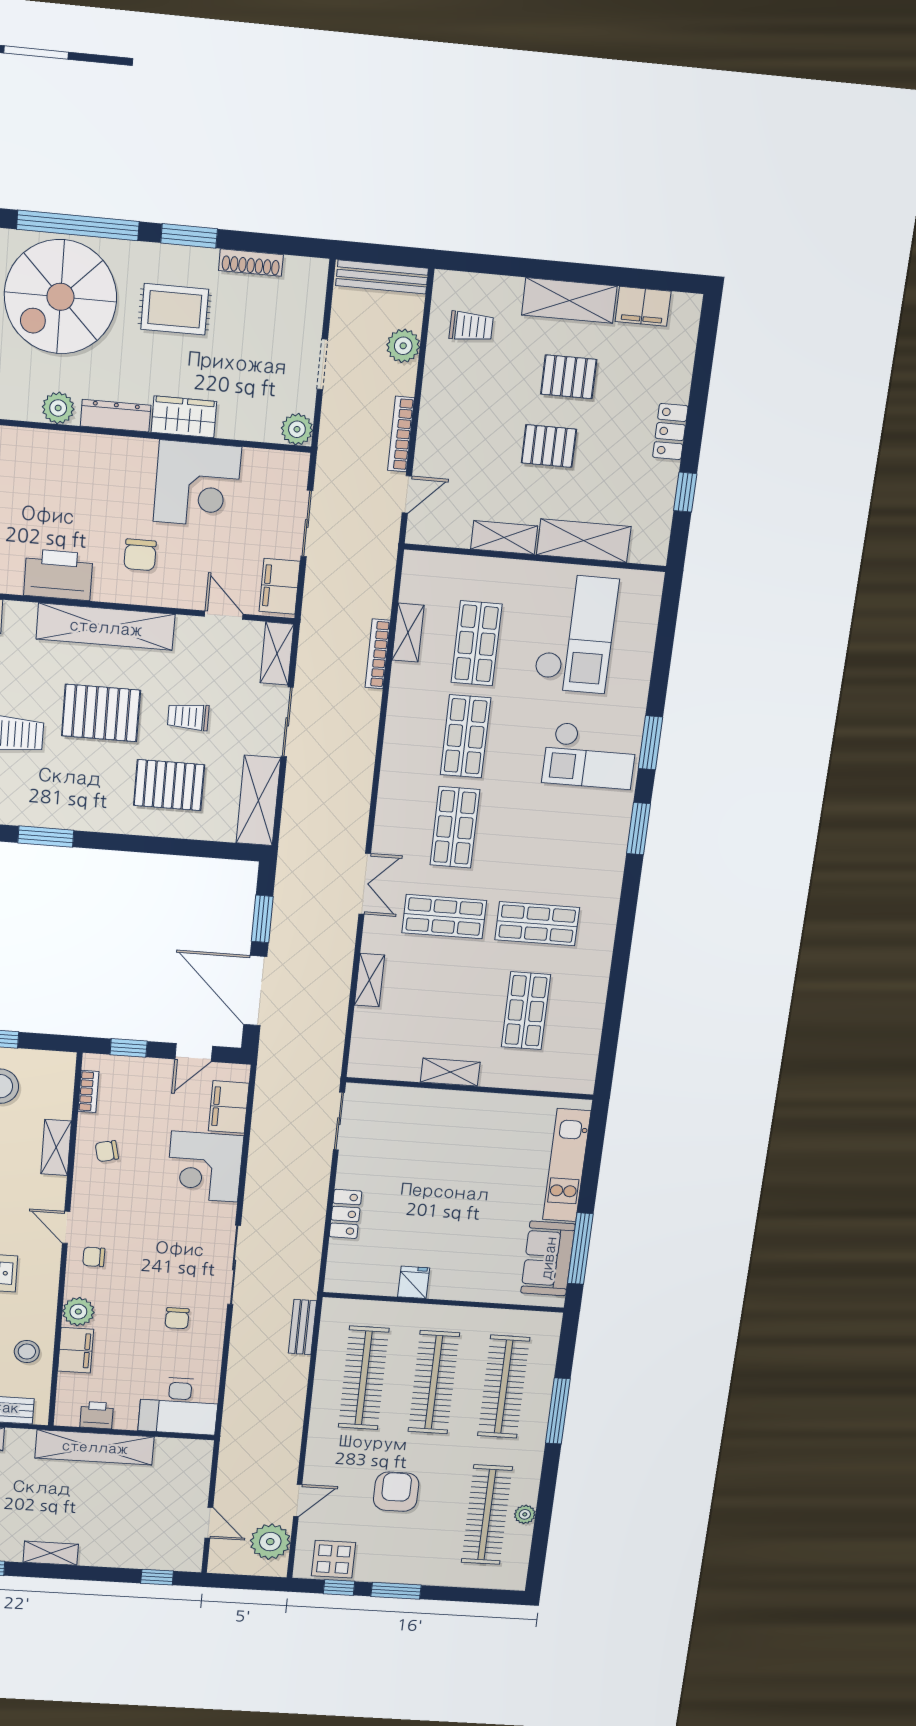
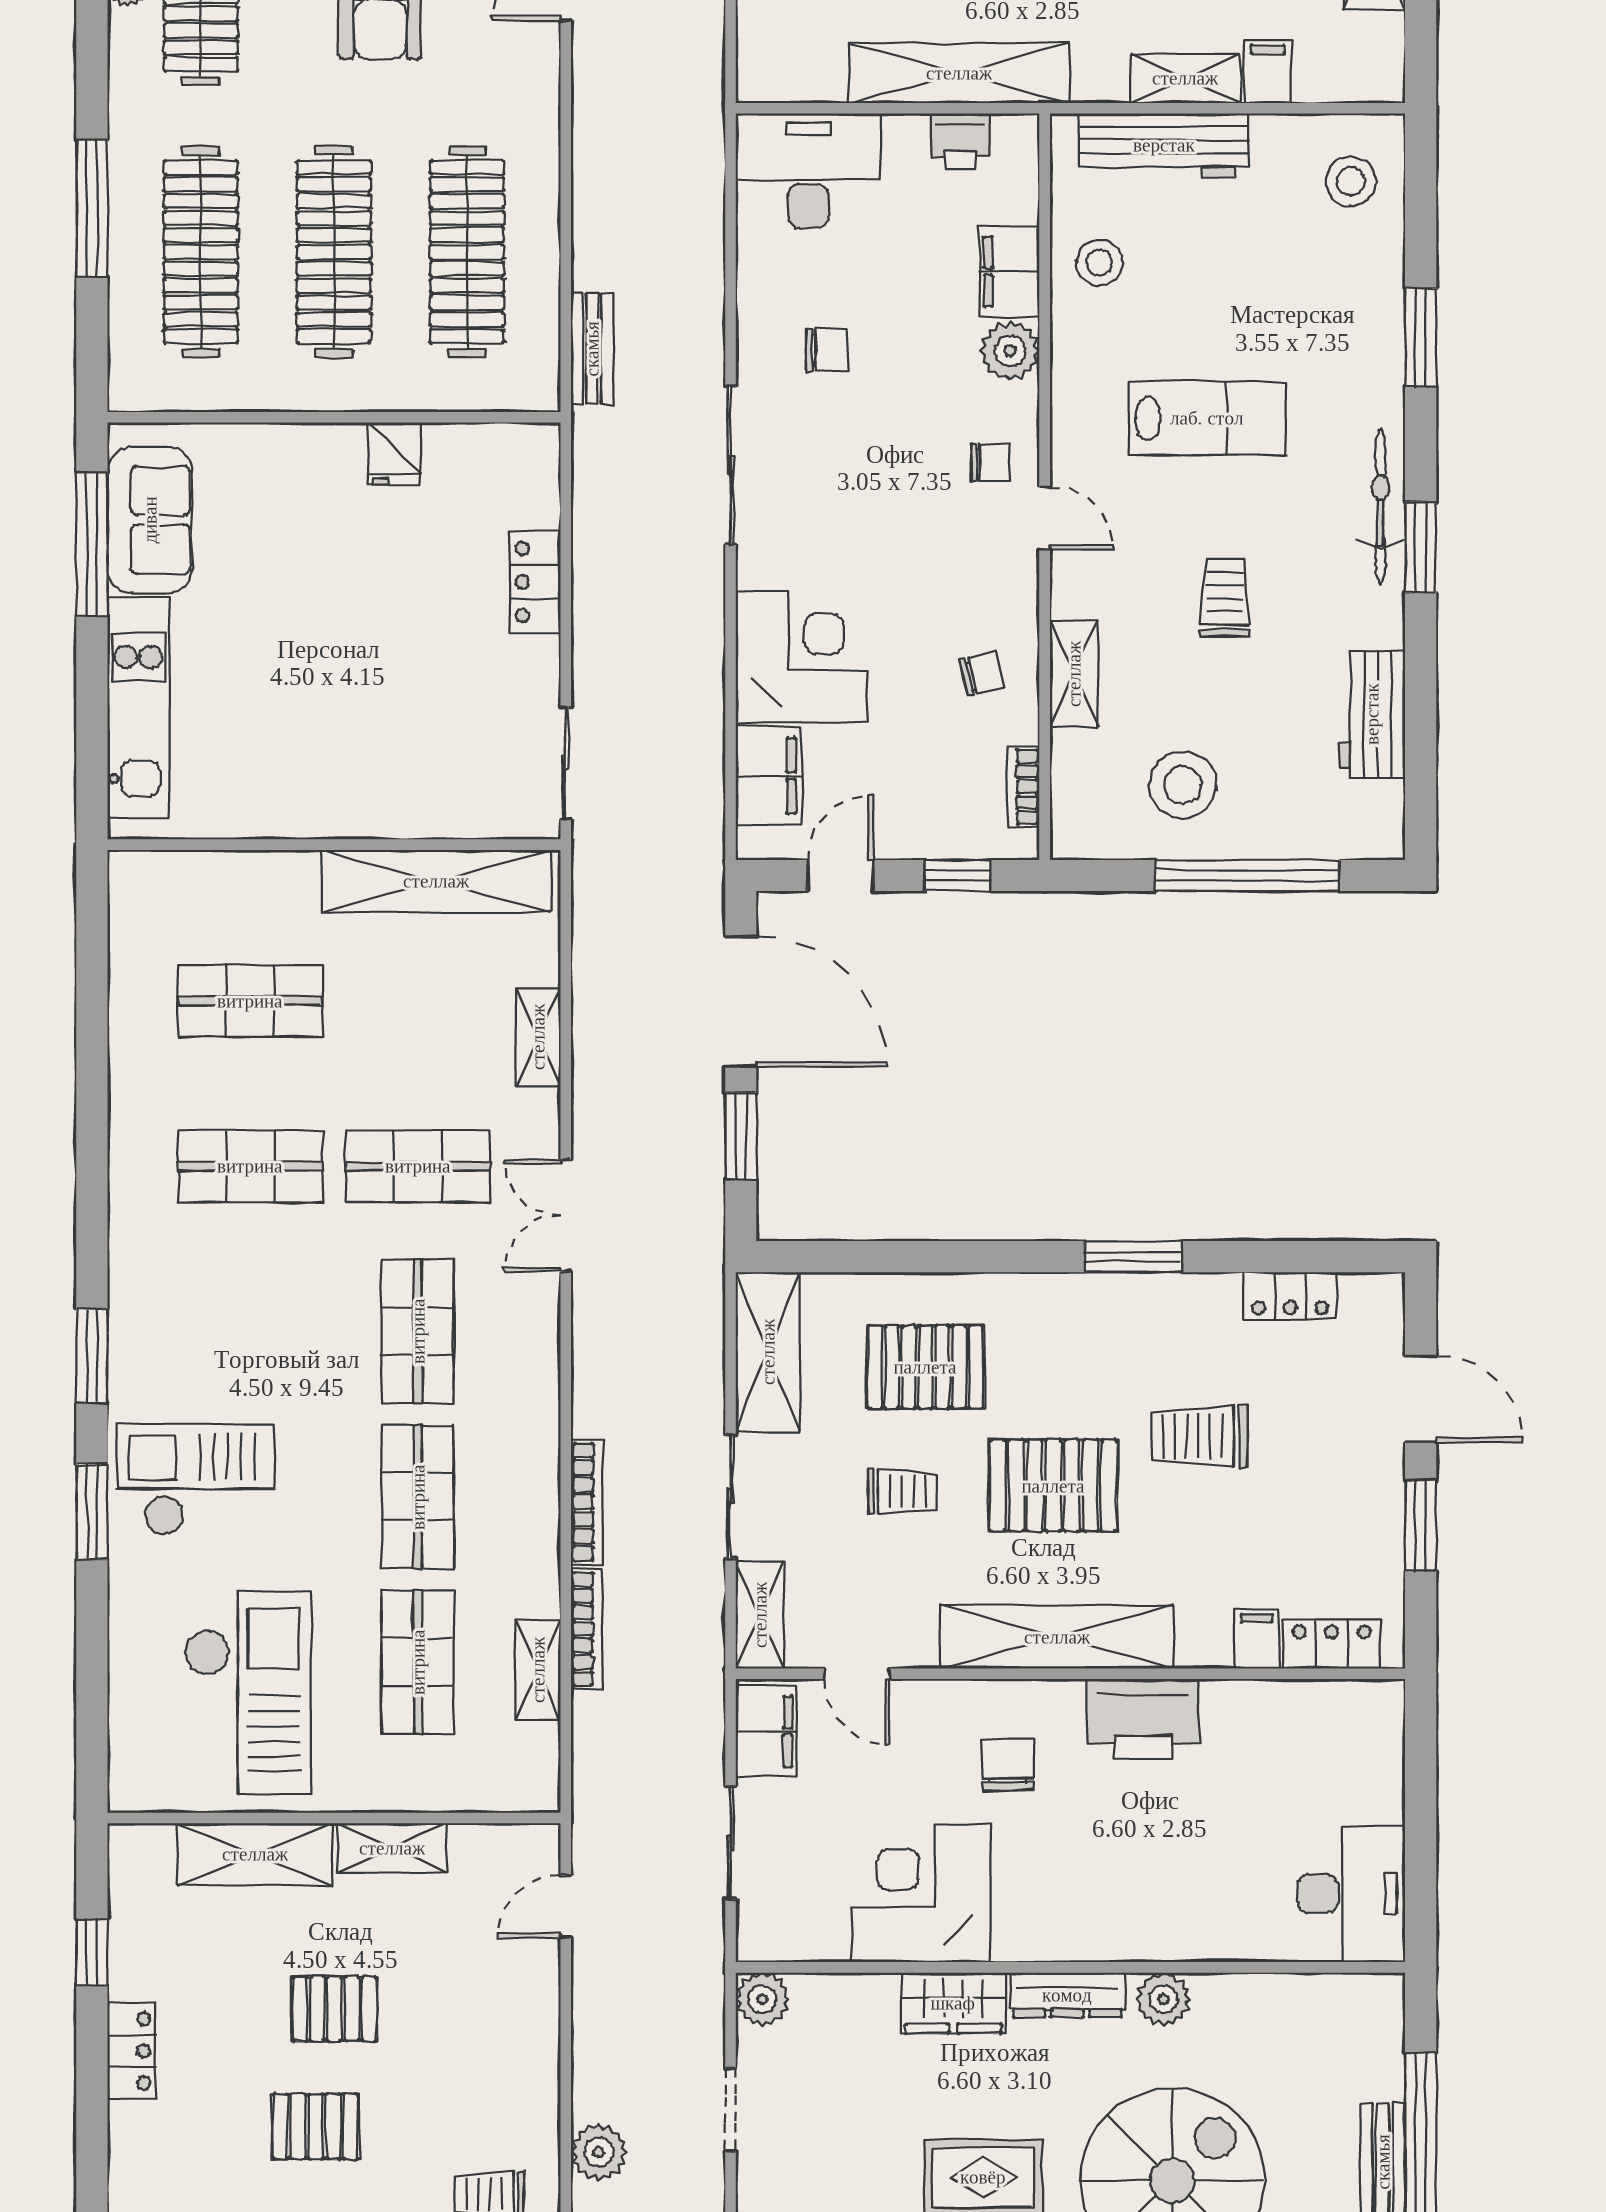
bookcase: (401, 434) -> (587, 1502), moved
checkout: (576, 634) -> (248, 1693), turned 180
shop shelf: (526, 1011) -> (250, 1001), turned 90
shelving: (450, 1072) -> (436, 881), width x2.20, depth x1.33
chair: (177, 1318) -> (826, 350), turned 90

